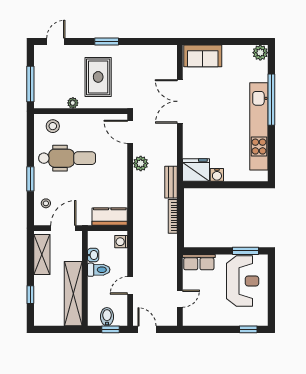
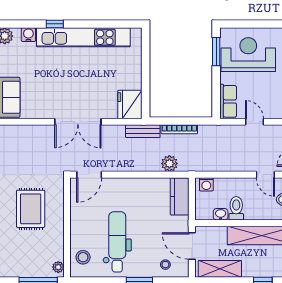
rug: (98, 77) -> (31, 209), turned 90
window: (271, 100) -> (55, 24), width x0.32
double door: (180, 101) -> (78, 122), moved
plant: (73, 103) -> (58, 267), moved
plant: (141, 163) -> (169, 164), moved
water cooler: (217, 175) -> (28, 35), moved, turned -90
door: (130, 285) -> (265, 175), moved
door: (180, 299) -> (254, 122), moved

